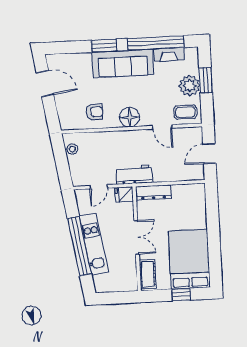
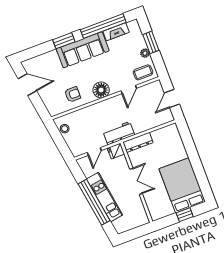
plant: (190, 86) -> (145, 53), width x0.53, depth x0.53
door: (162, 127) -> (129, 89), hinge flipped
cot: (148, 274) -> (154, 207), removed

